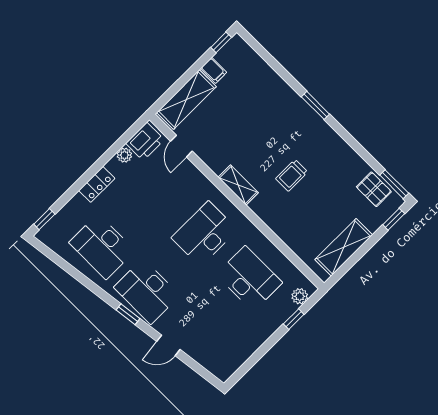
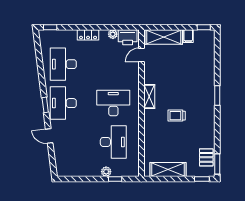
plant: (300, 296) -> (106, 172), moved

